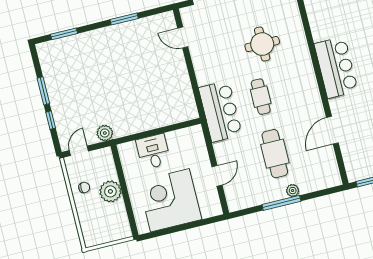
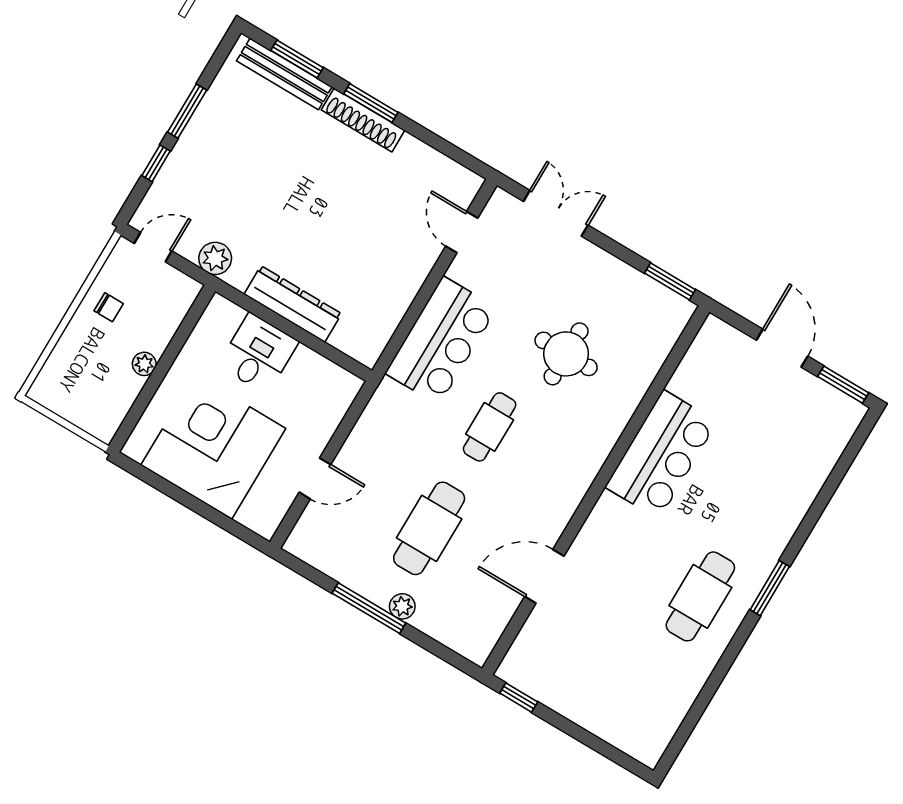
window: (124, 19) -> (371, 103), moved
shoe rack: (109, 32) -> (363, 120), added
bench: (65, 44) -> (284, 74), added
bar counter: (336, 67) -> (661, 454), moved
bar counter: (220, 111) -> (441, 341), moved
dresser: (148, 122) -> (293, 304), added
plant: (110, 191) -> (144, 364), width x0.53, depth x0.53

